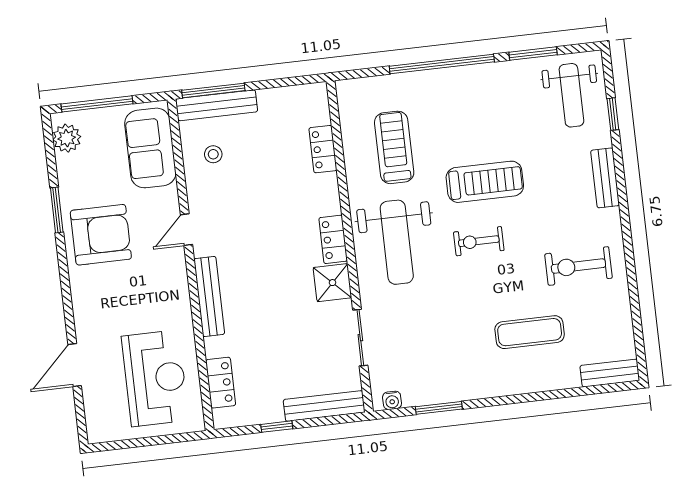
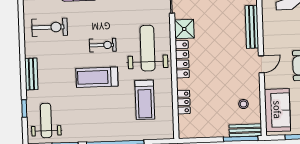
bench: (217, 105) -> (245, 130), width x0.73
locker: (333, 239) -> (182, 59), width x1.53

